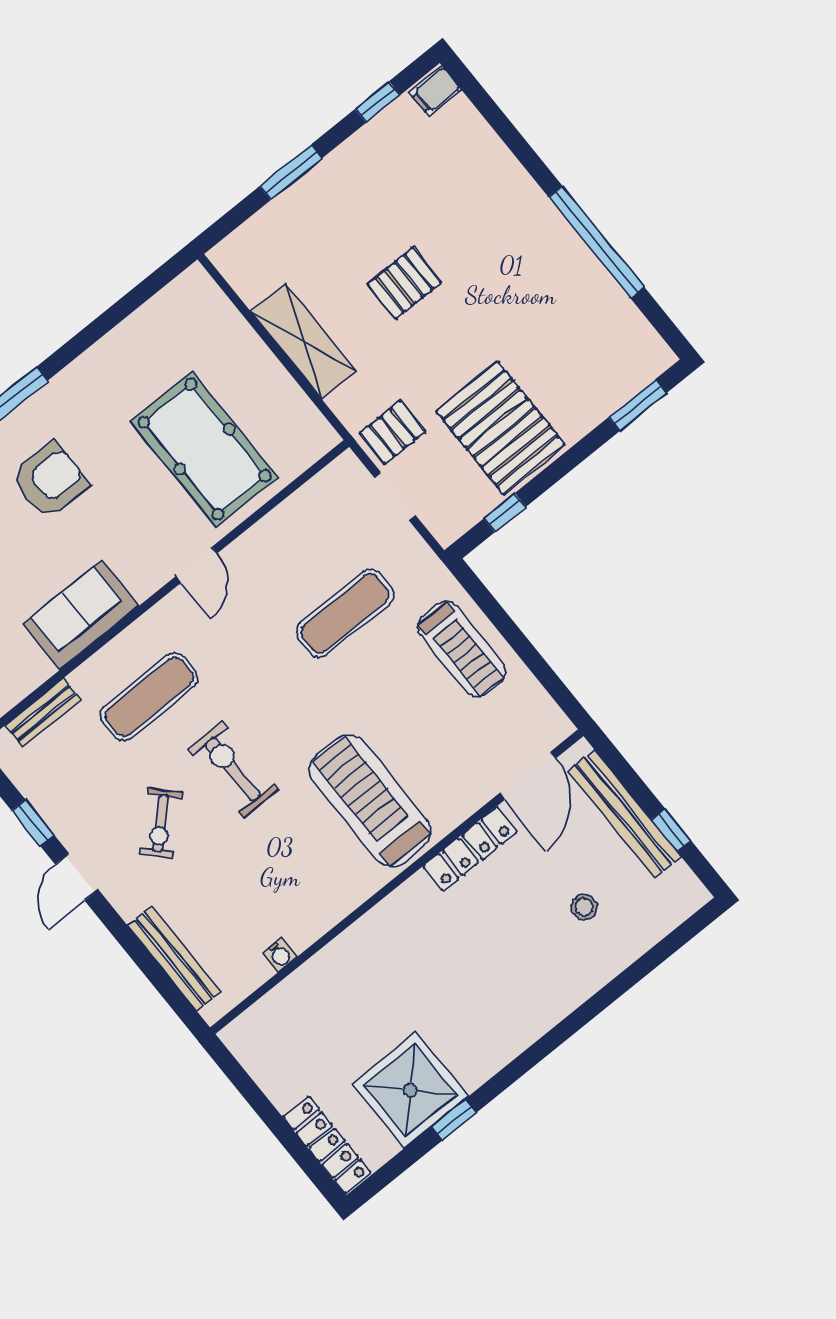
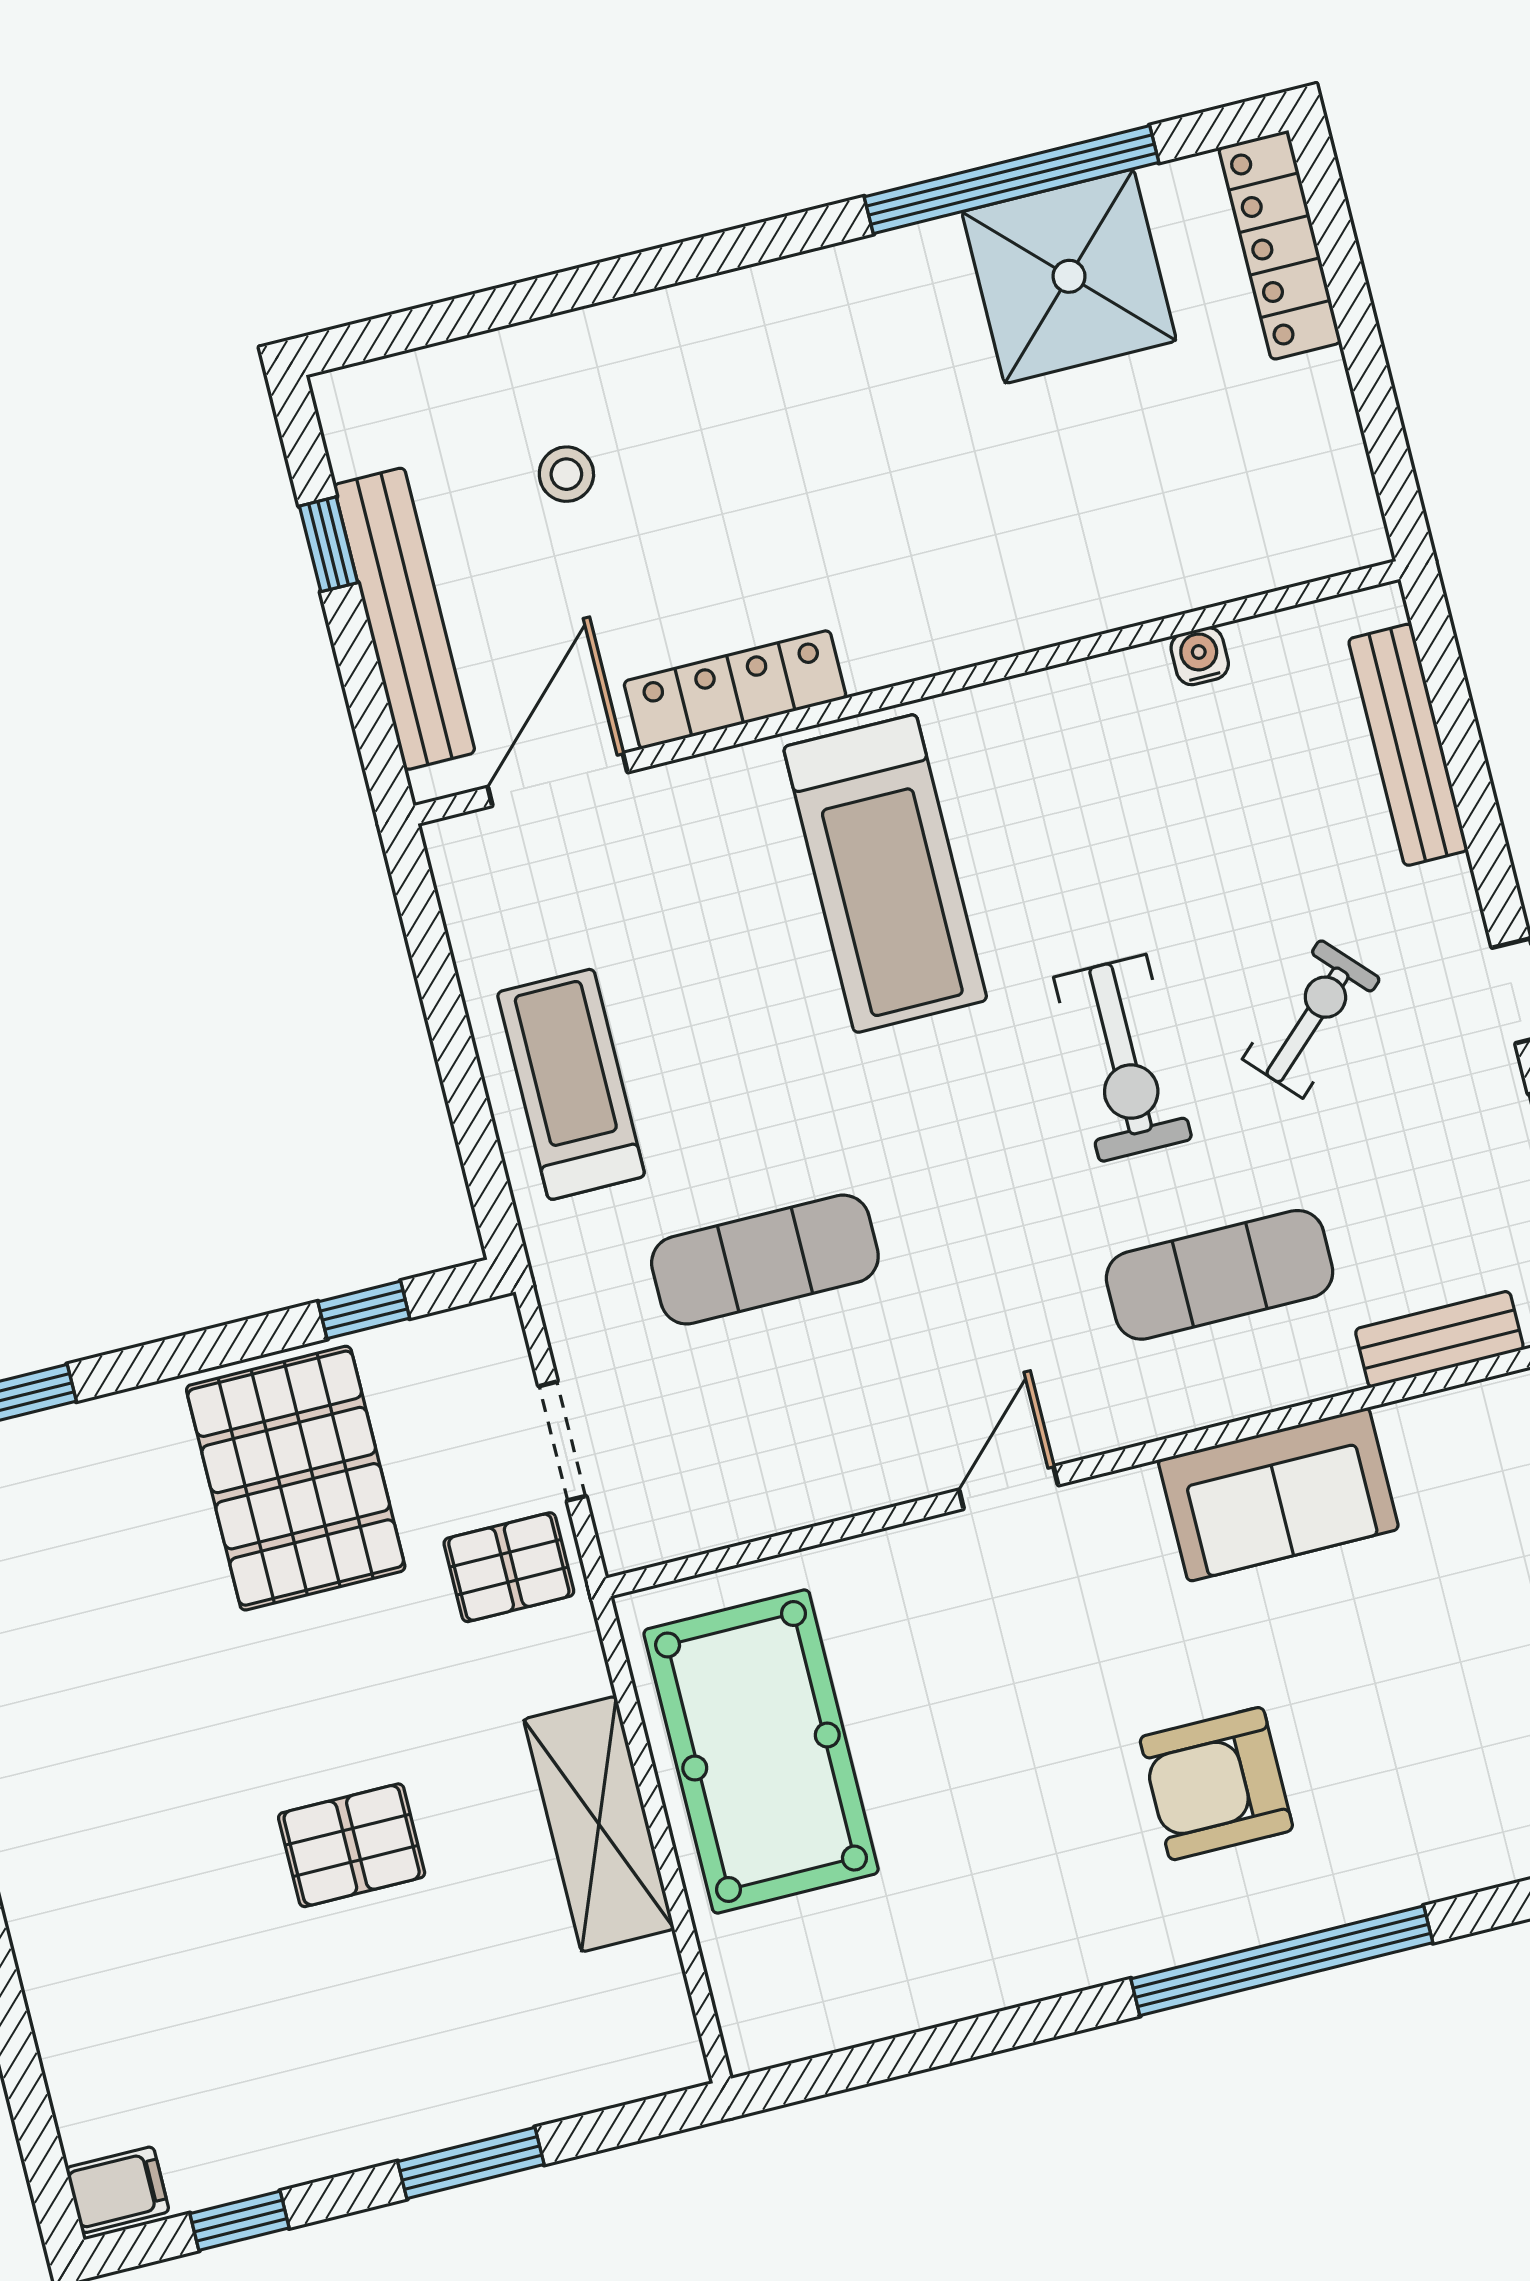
pool table: (204, 449) -> (761, 1752), moved
window: (454, 1120) -> (1011, 180), width x3.17

